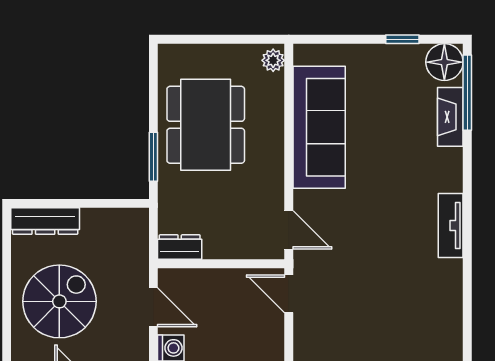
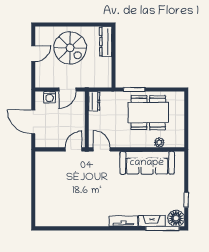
plant: (273, 60) -> (159, 142), moved
tv unit: (451, 225) -> (123, 221), moved
door: (289, 230) -> (102, 149), swing flipped

